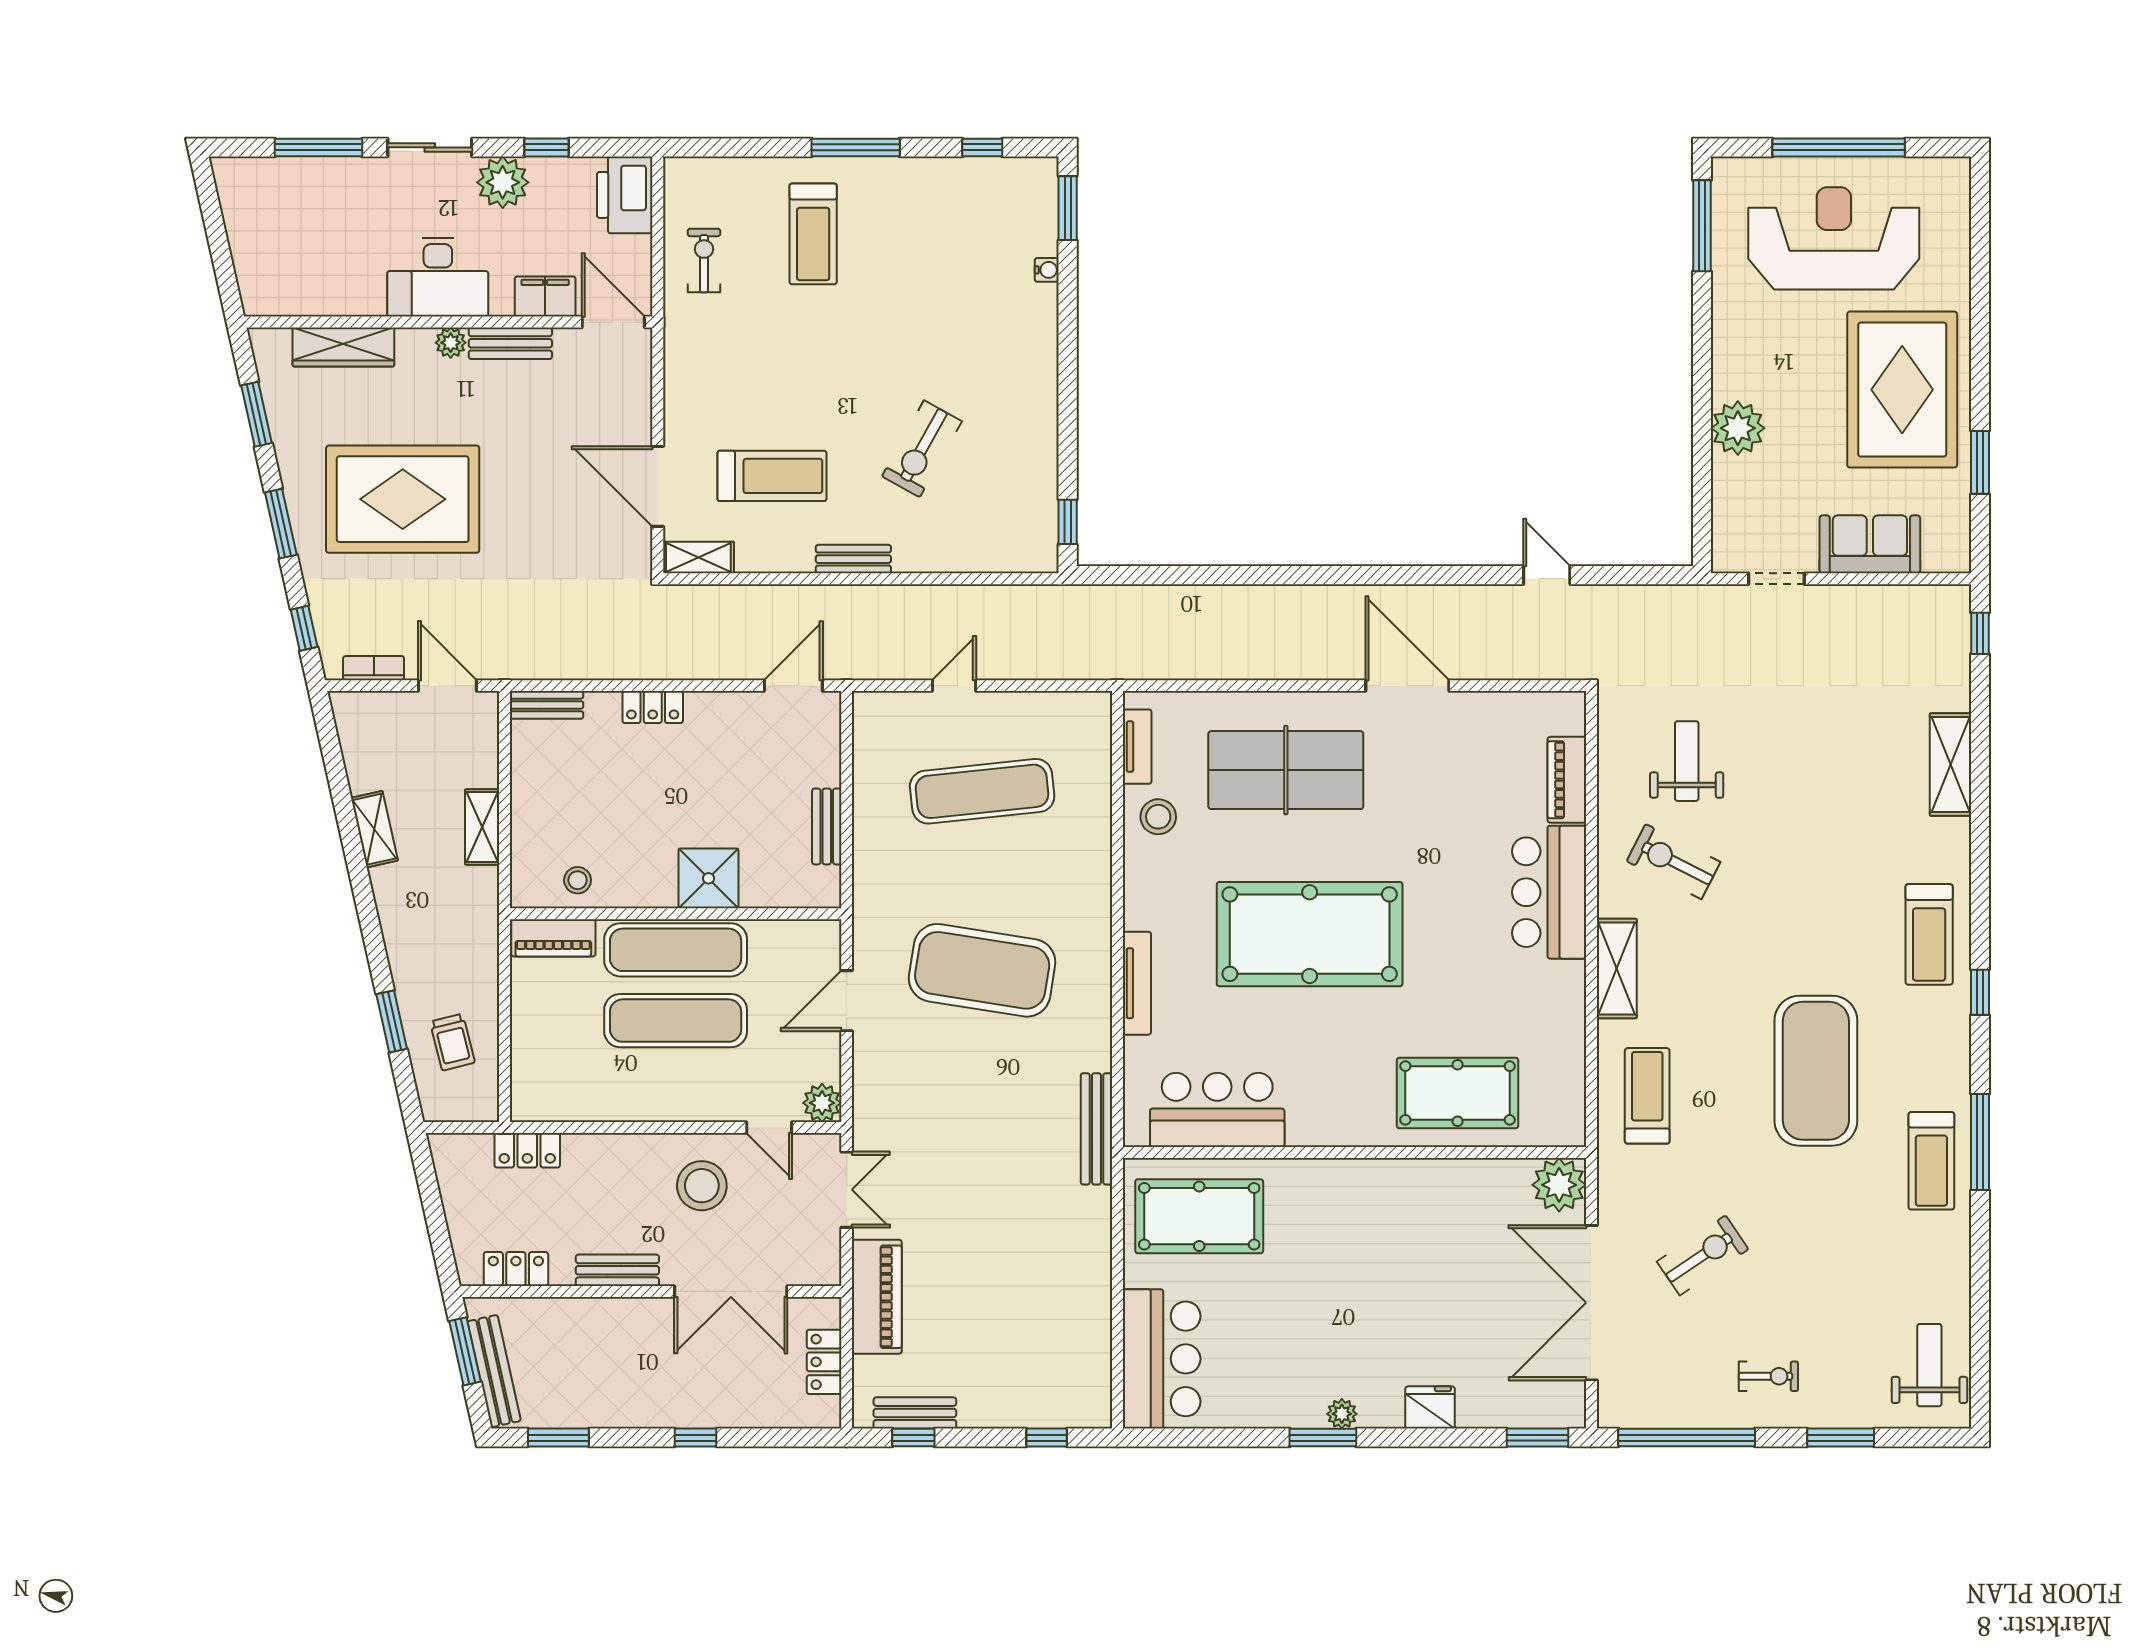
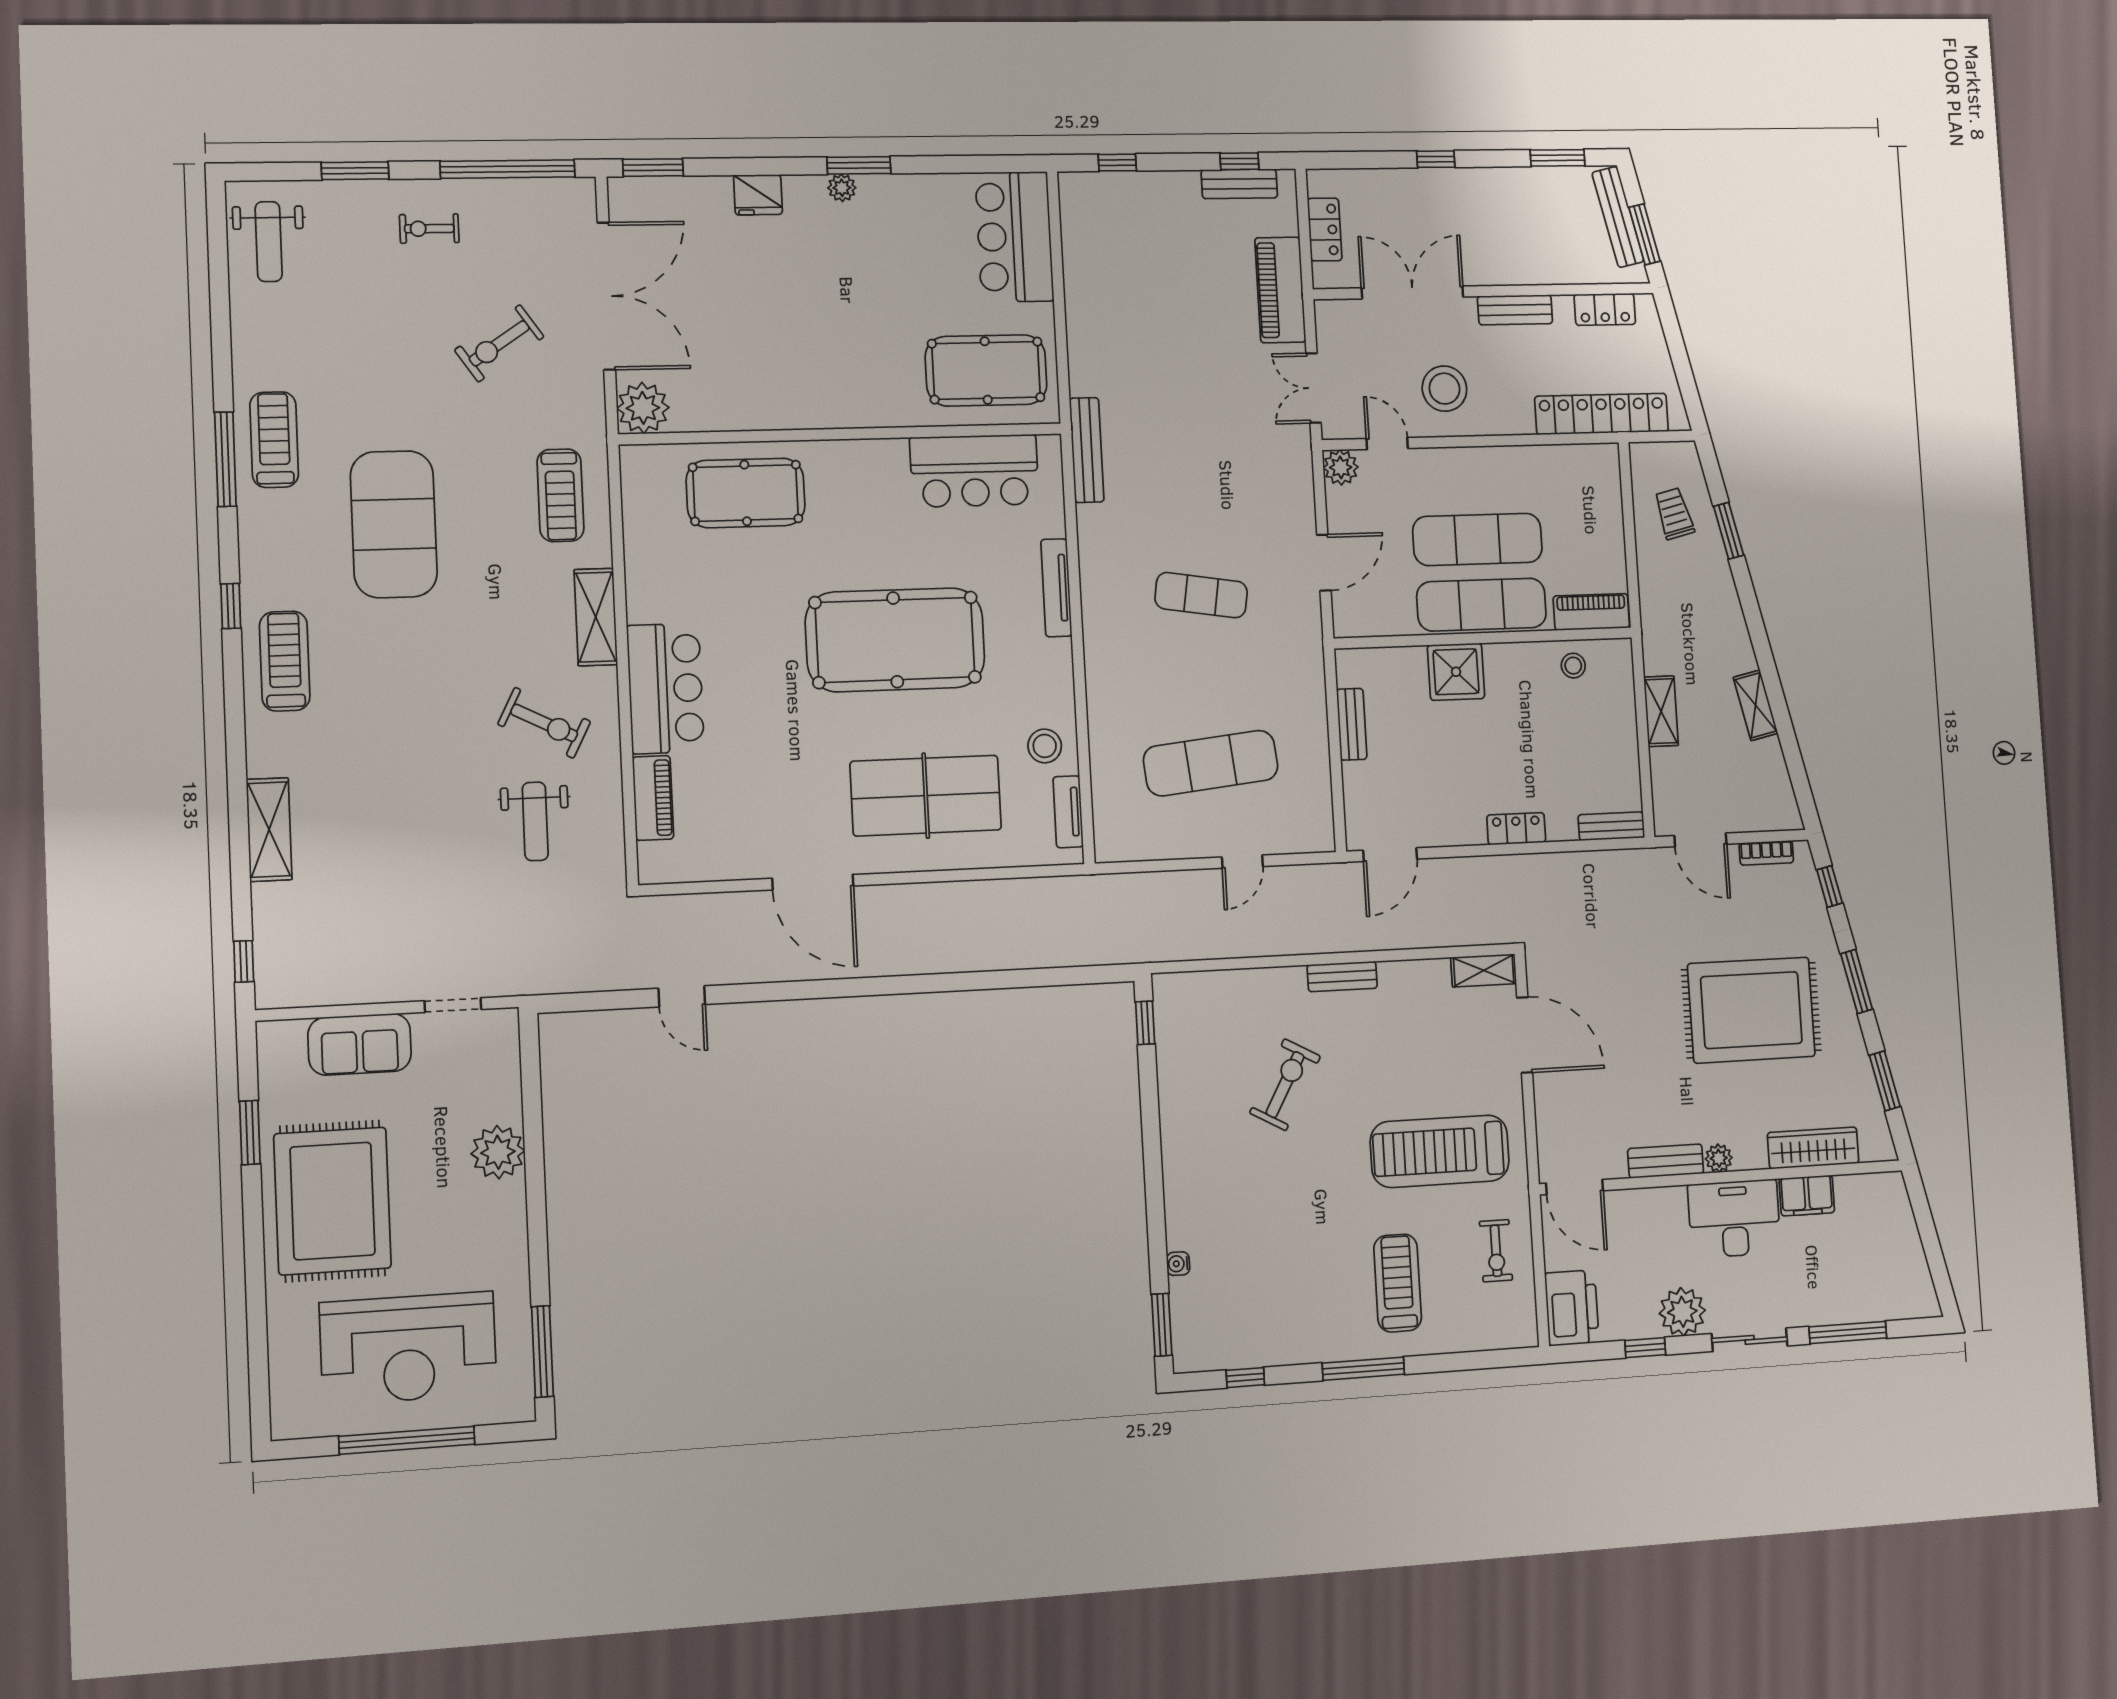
filing cabinet: (545, 297) -> (1807, 1196), moved
treadmill: (772, 476) -> (1440, 1151), moved, width x1.37, depth x1.38
exercise mat: (982, 970) -> (1201, 595), width x0.50, depth x0.69
locker: (527, 1150) -> (1602, 414), width x2.16, depth x1.21

